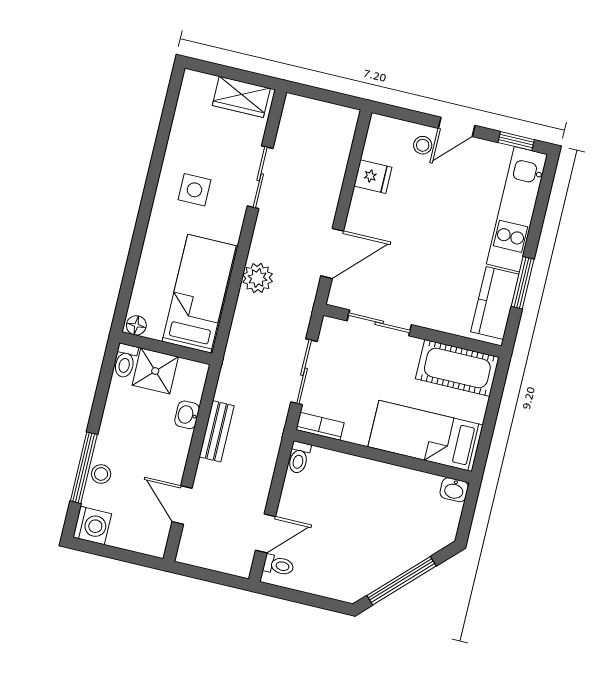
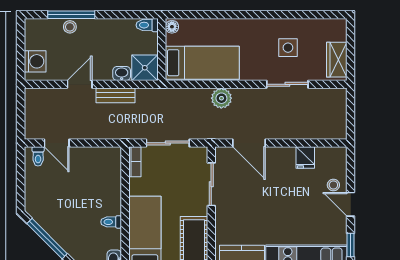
side table: (194, 190) -> (288, 48), moved
shower: (155, 371) -> (145, 68), moved
toilet: (299, 458) -> (111, 222), moved
door: (182, 505) -> (80, 84), moved
washing machine: (92, 525) -> (35, 61), moved, turned -90

